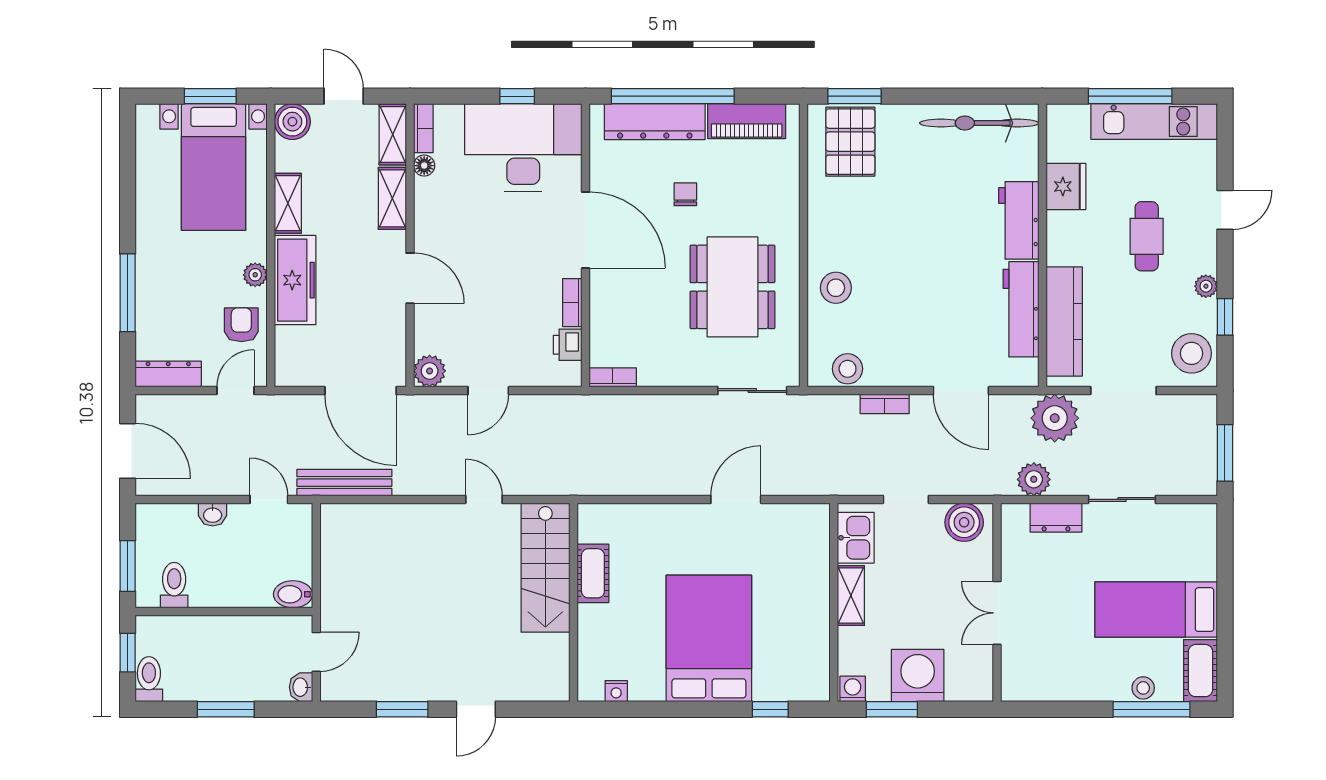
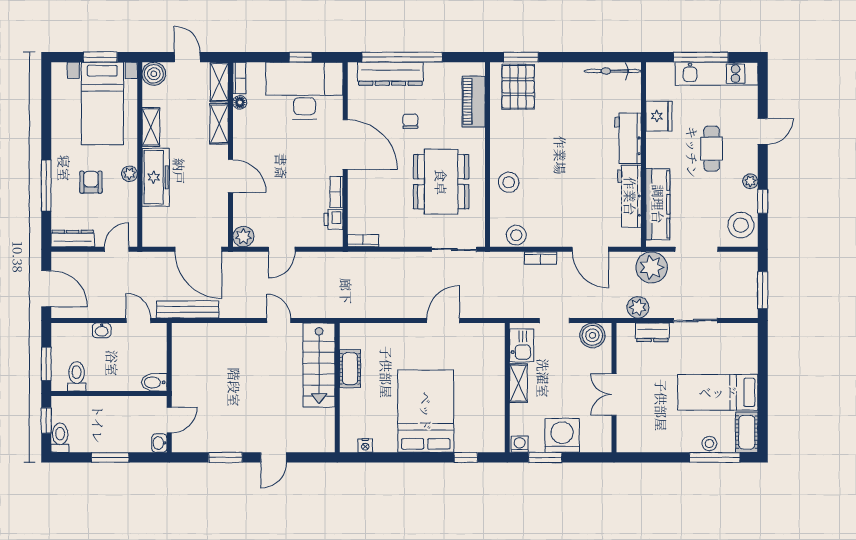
piano: (747, 121) -> (474, 101), moved, turned 90
bicycle: (979, 123) -> (613, 71), width x0.73, depth x0.71
armchair: (241, 325) -> (91, 182), moved

